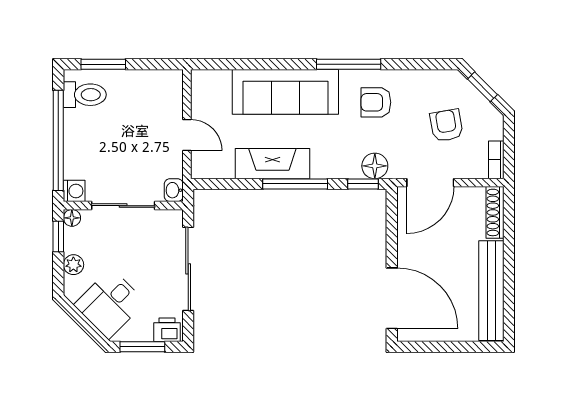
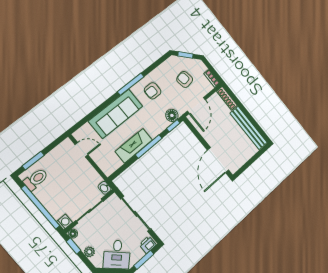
door: (187, 135) -> (81, 150), moved
door: (392, 298) -> (218, 160), swing flipped

